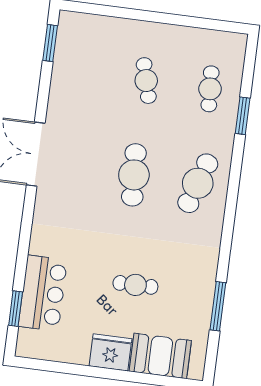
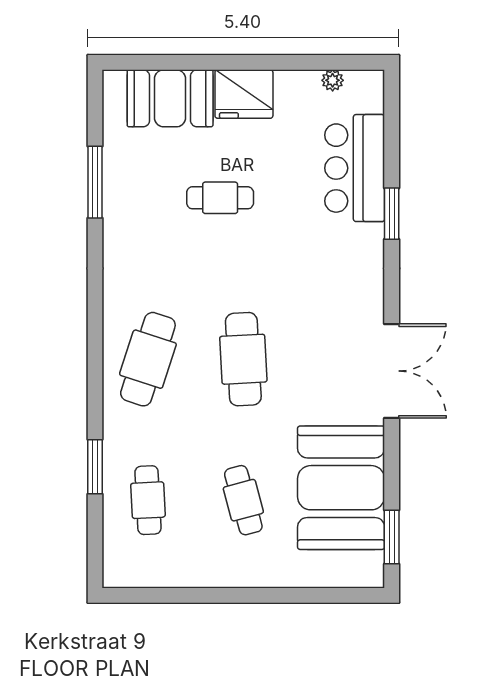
booth: (80, 80) -> (341, 488), added
window: (16, 309) -> (392, 214), moved
plant: (50, 354) -> (333, 80), added

